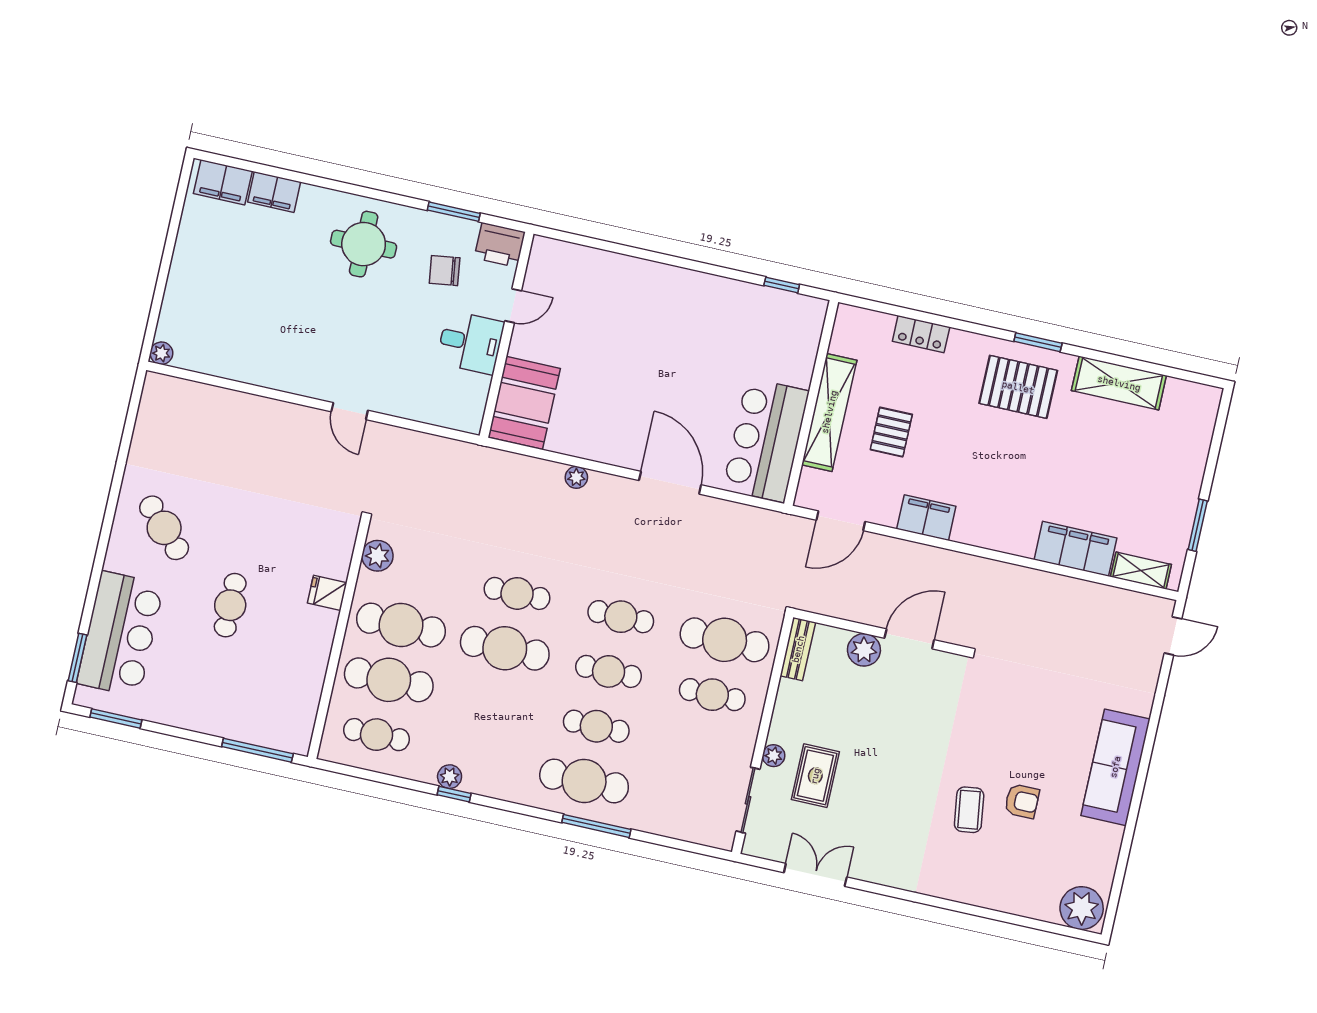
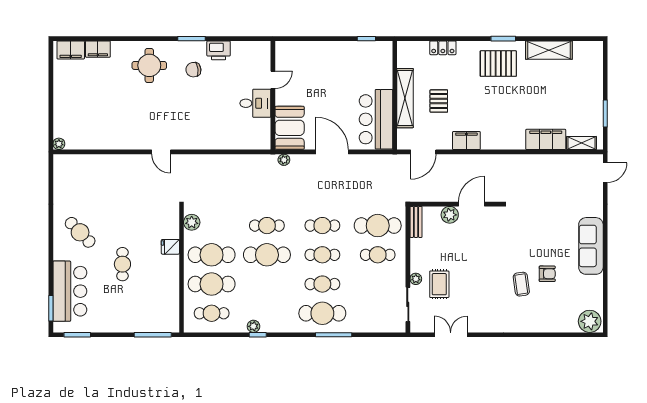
door: (513, 306) -> (273, 80), moved
wall: (507, 335) -> (273, 95), moved
desk: (470, 342) -> (255, 103), moved
booth: (524, 403) -> (290, 128), moved

